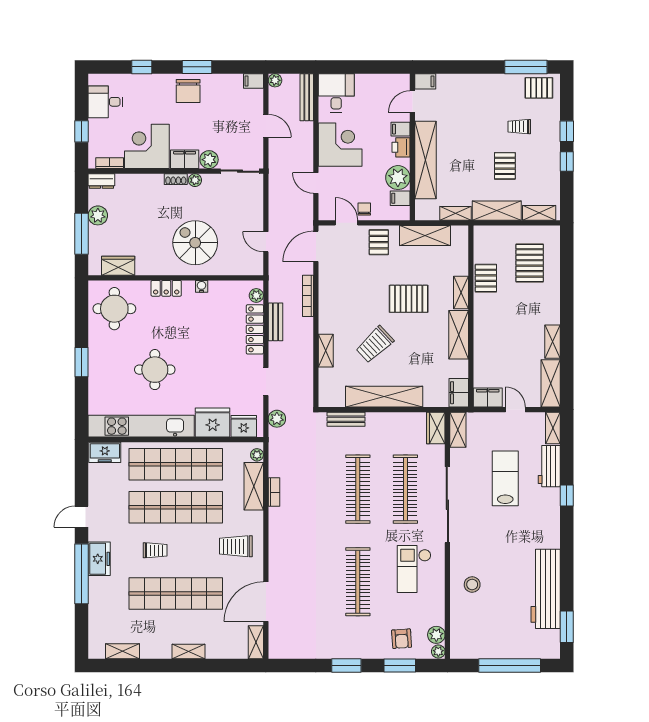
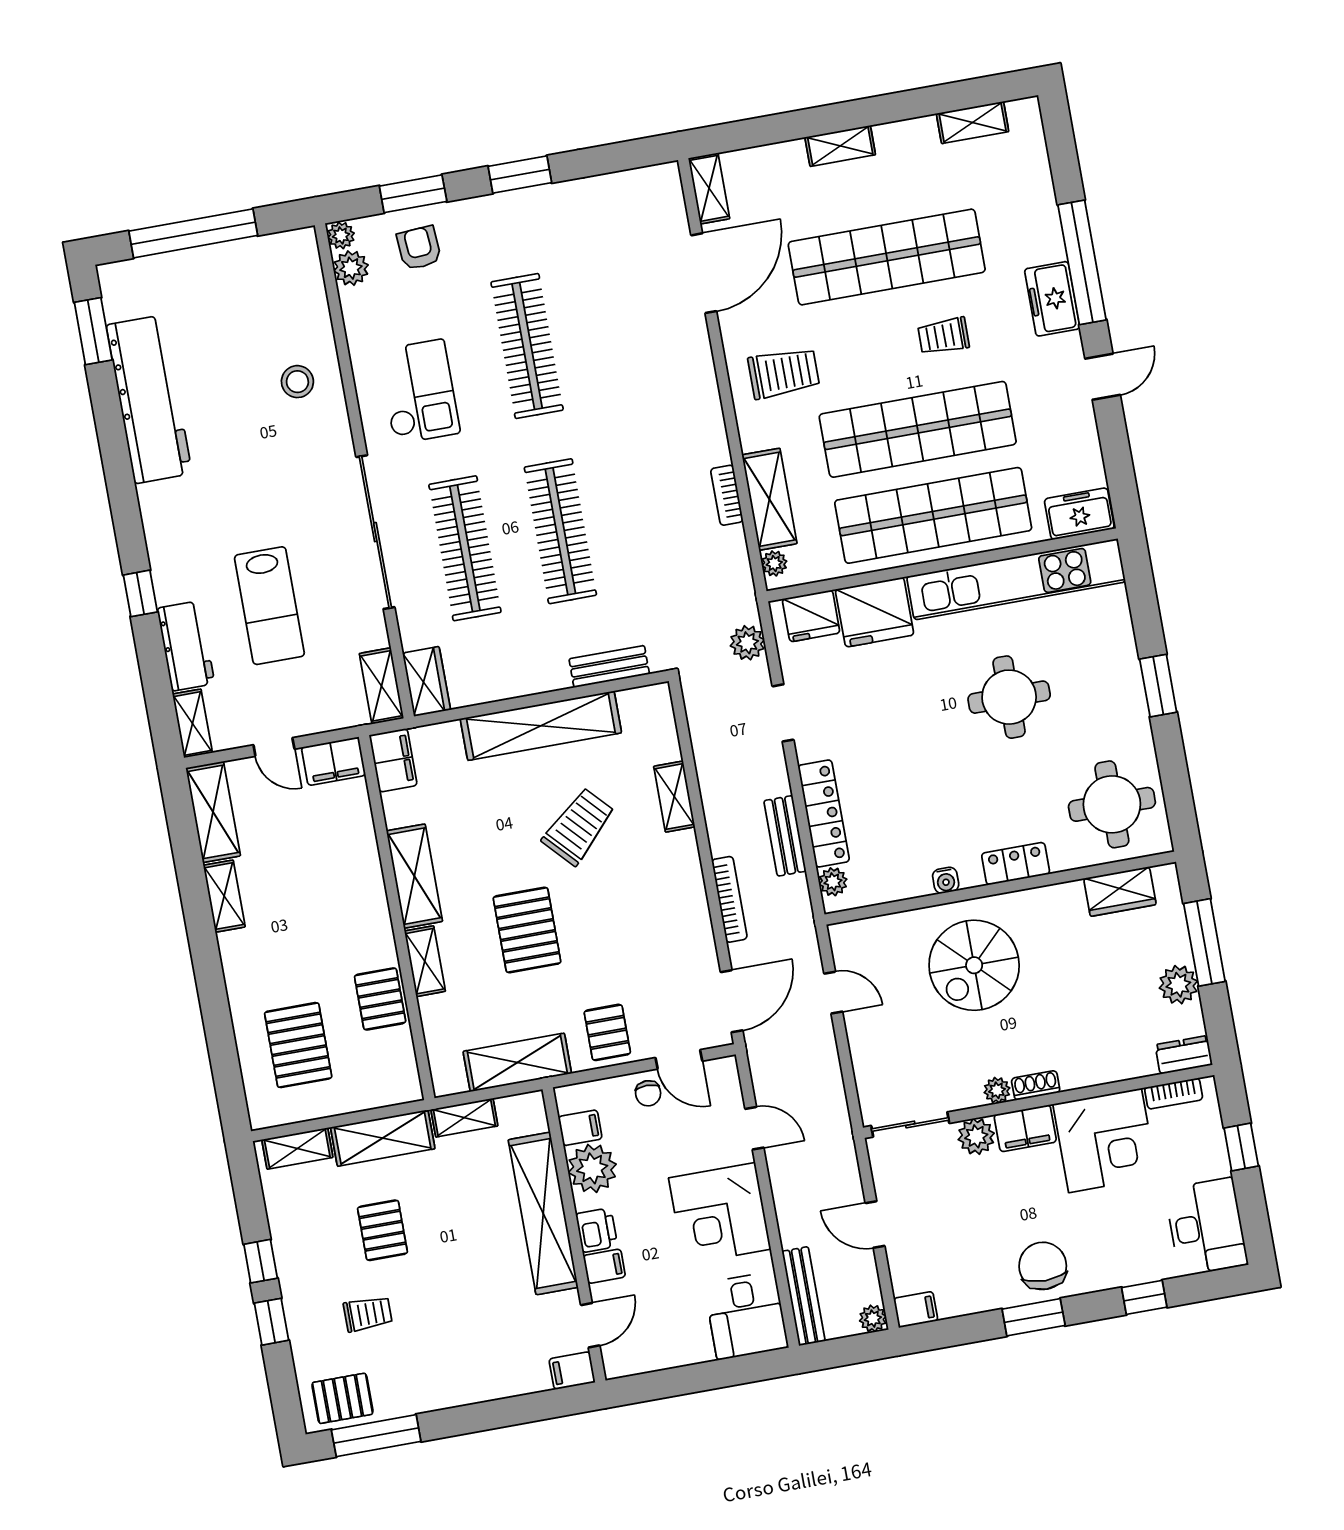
desk: (105, 102) -> (1206, 1227), width x1.37
spiral stairs: (195, 243) -> (974, 965), turned 90
pallet: (409, 299) -> (527, 930), turned 90

